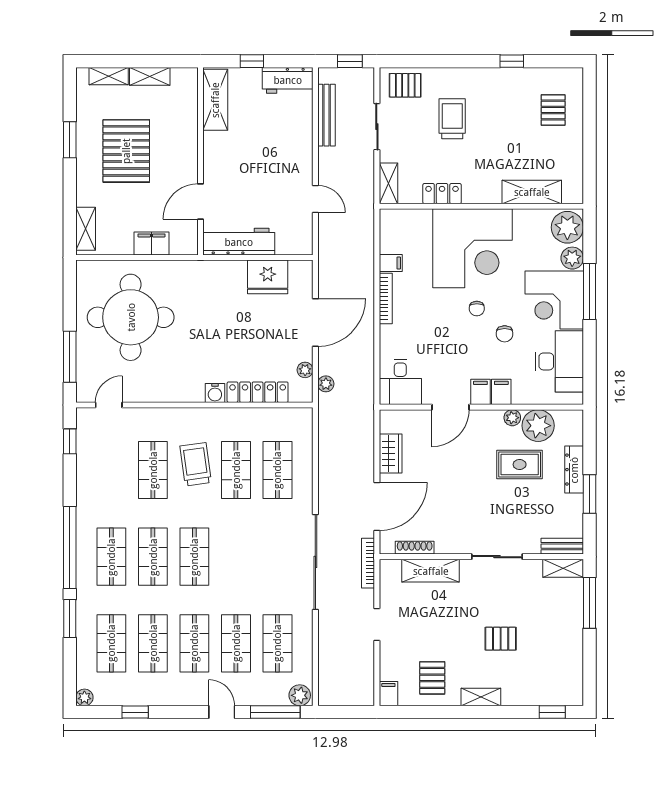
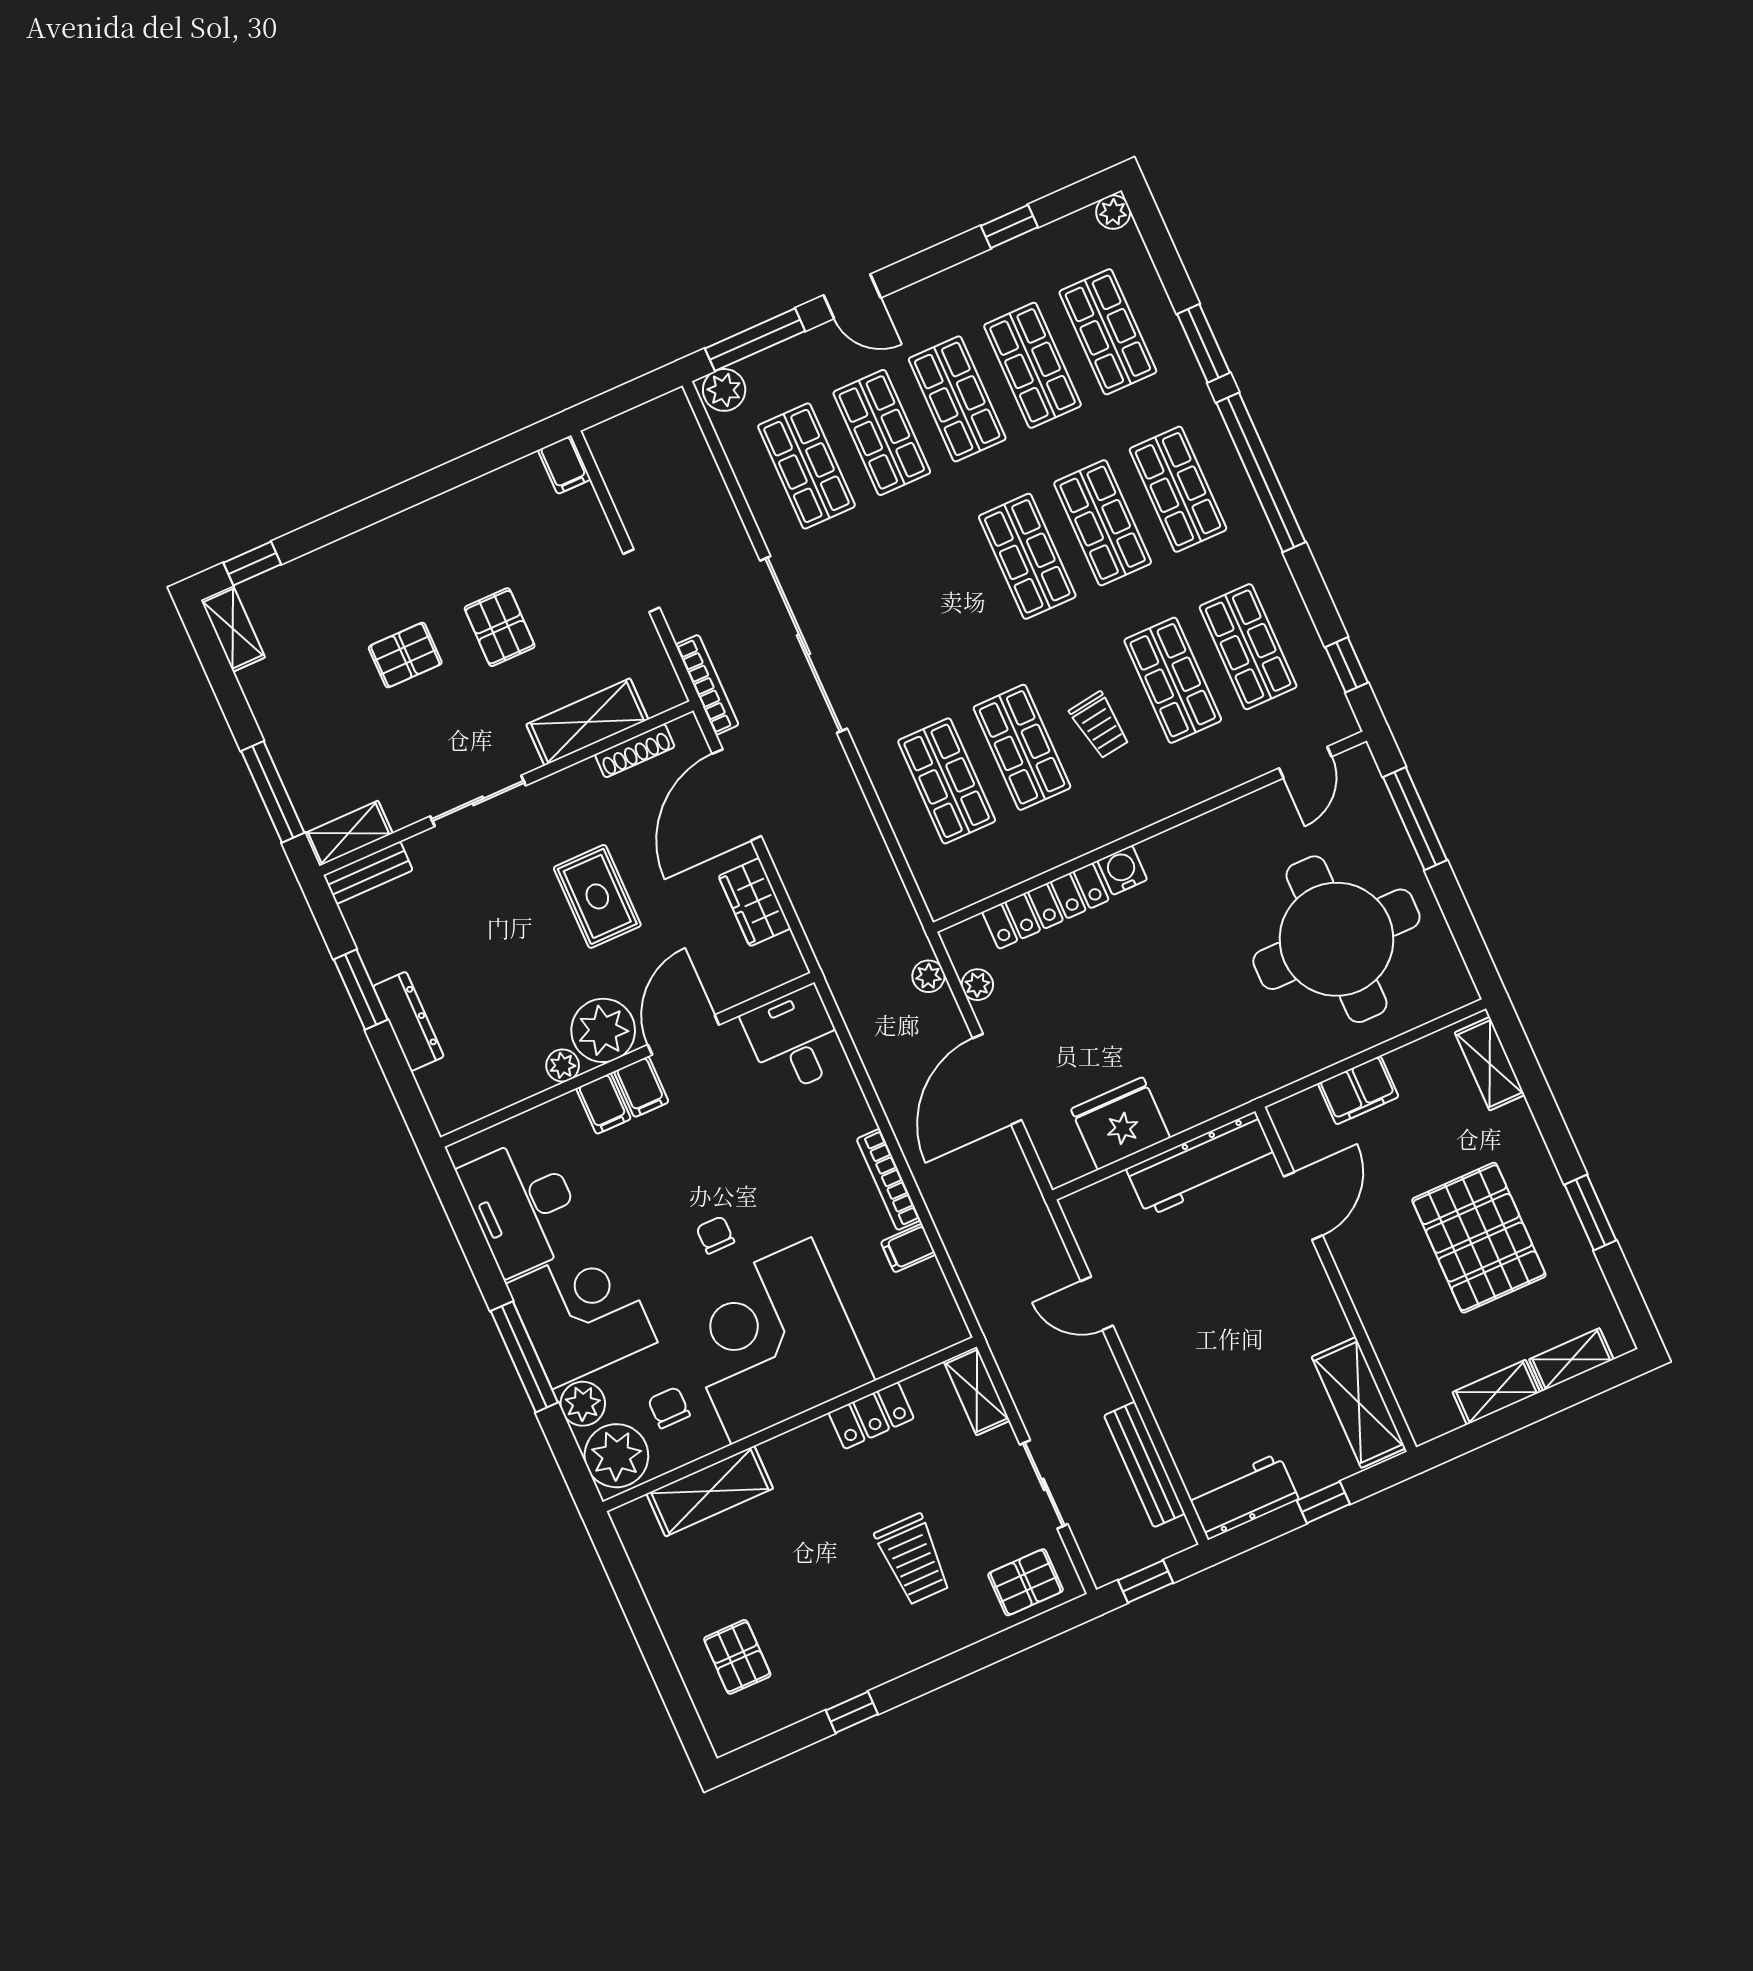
chair: (505, 334) -> (669, 1408), moved
plant: (538, 426) -> (603, 1030), moved
trolley: (196, 464) -> (1100, 725), width x0.73, depth x0.72
rug: (520, 465) -> (597, 896), moved, turned 90
shop shelf: (111, 470) -> (1248, 647), added
pallet: (432, 678) -> (500, 627), moved
shelving: (481, 697) -> (233, 629), moved, turned 90

